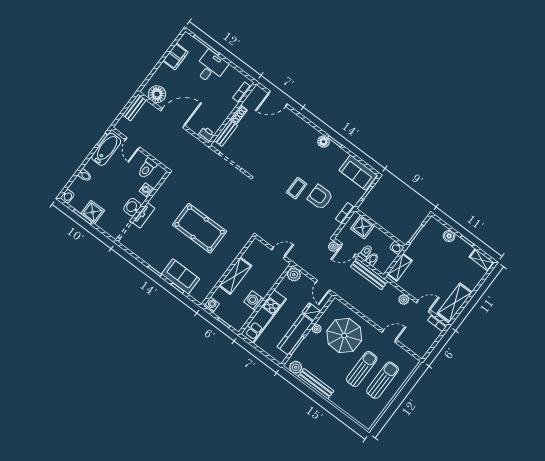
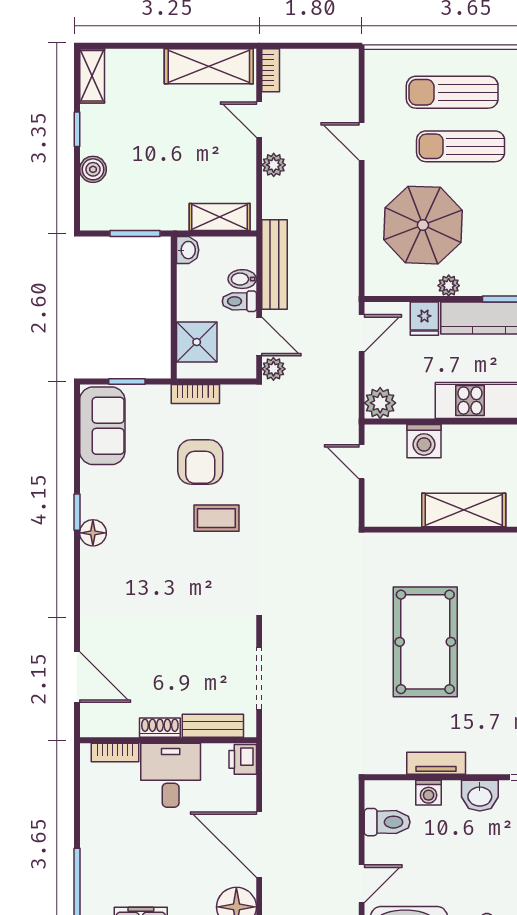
desk: (211, 67) -> (171, 775), moved, turned 90
tv unit: (144, 215) -> (436, 763), moved
washing machine: (254, 301) -> (424, 441), moved

